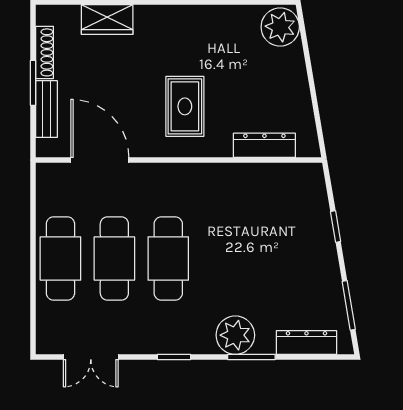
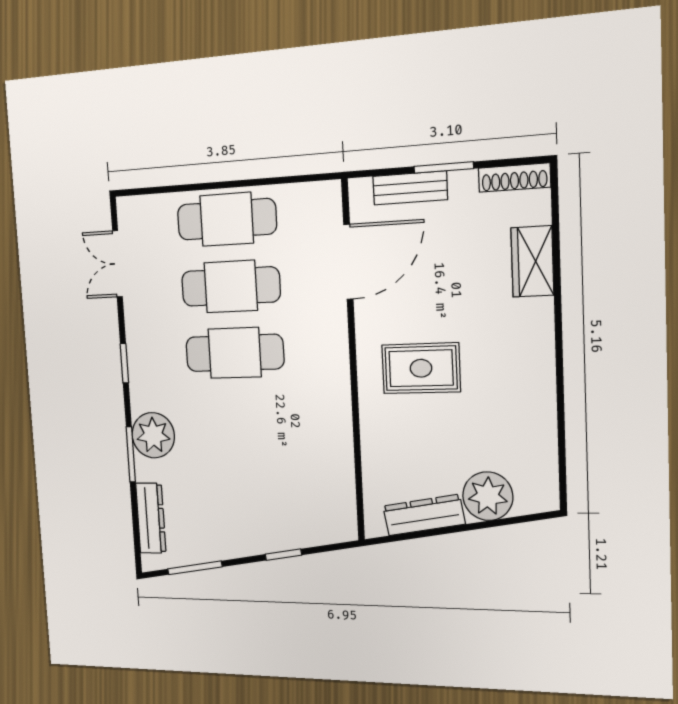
plant: (280, 27) -> (488, 496), moved
shoe rack: (45, 52) -> (514, 178), moved
dresser: (264, 145) -> (424, 515), moved, turned -99

